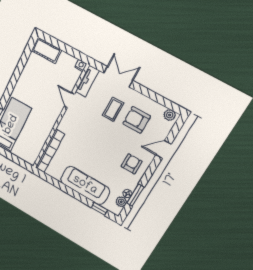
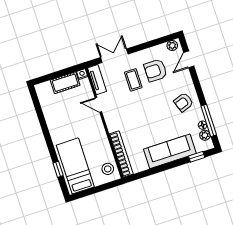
cot: (47, 50) -> (65, 83), moved
door: (163, 150) -> (189, 59), moved
stool: (31, 151) -> (108, 169), added
armchair: (132, 164) -> (184, 102), turned -109
window: (135, 195) -> (209, 120), width x1.44

